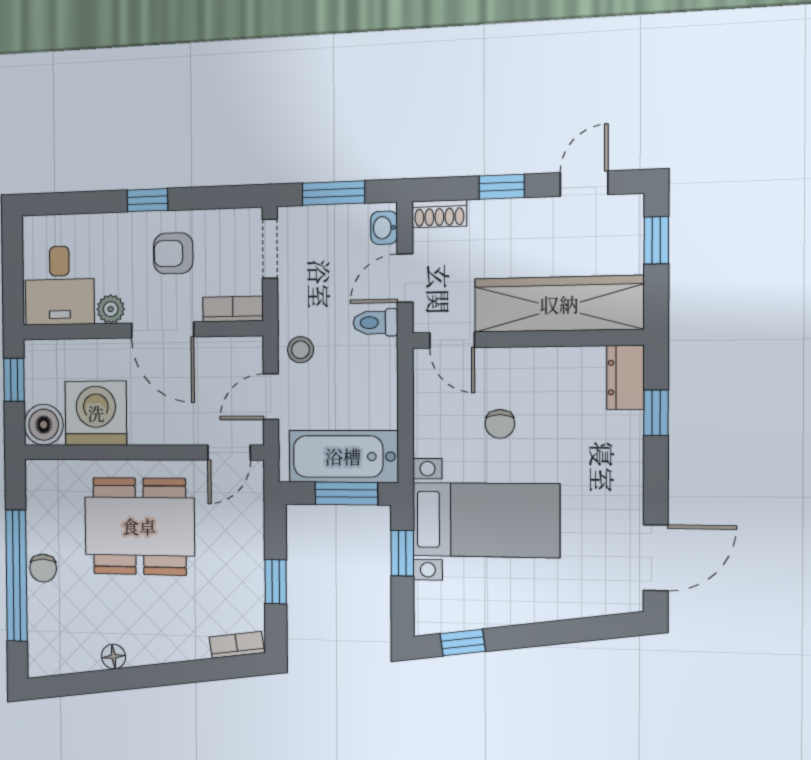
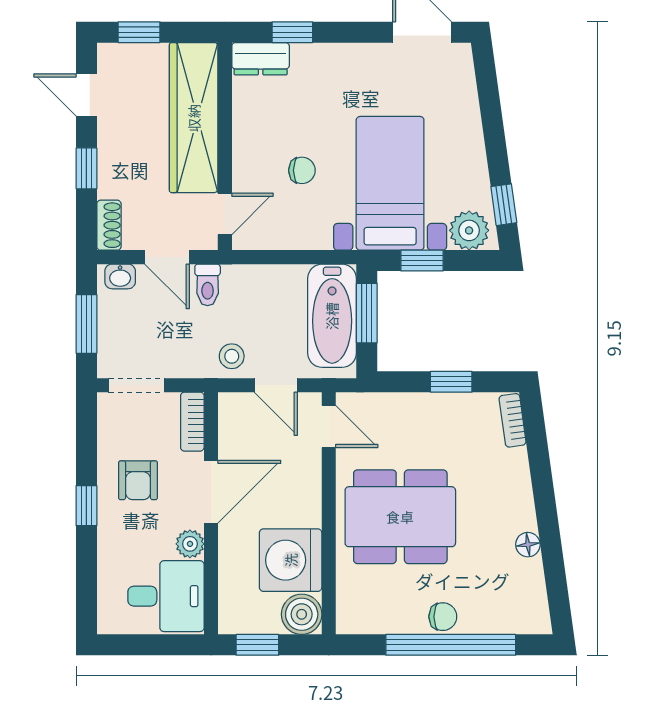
dining table: (139, 526) -> (400, 517), turned 90
plant: (435, 604) -> (469, 230), added

